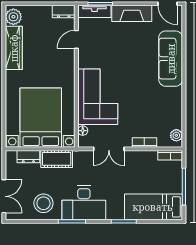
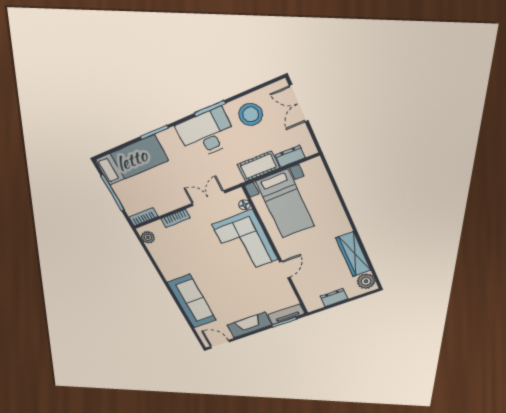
dresser: (64, 12) -> (334, 298), moved
door: (76, 39) -> (285, 269), moved
bed with nightstands: (41, 118) -> (285, 204), width x0.73

